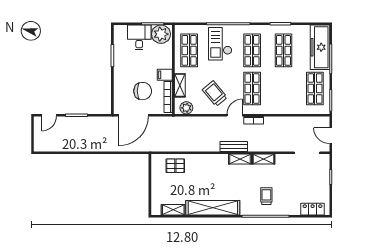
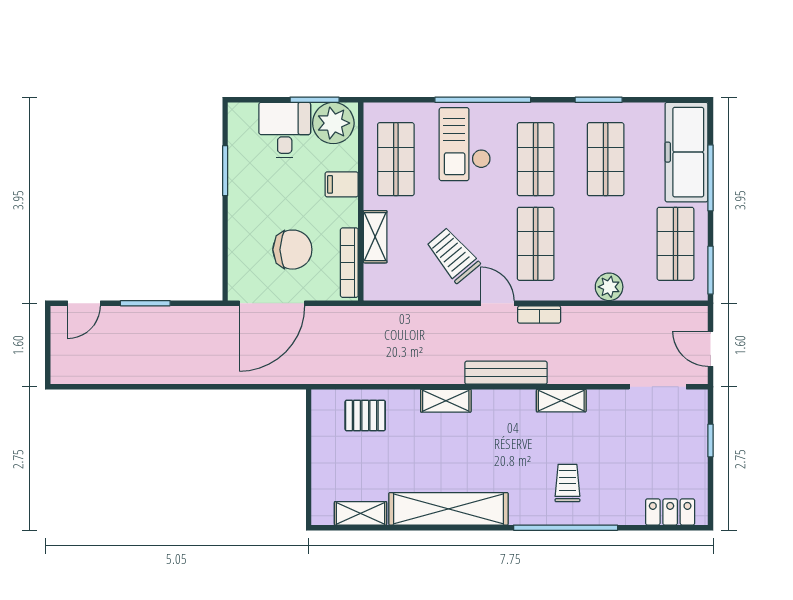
filing cabinet: (165, 75) -> (342, 184), moved
plant: (186, 108) -> (609, 287), moved
door: (235, 115) -> (497, 303), hinge flipped
bench: (234, 146) -> (506, 373), width x1.36
shelving: (240, 159) -> (446, 401), moved

